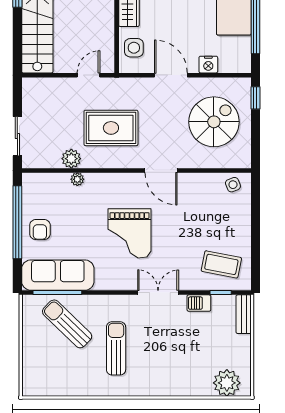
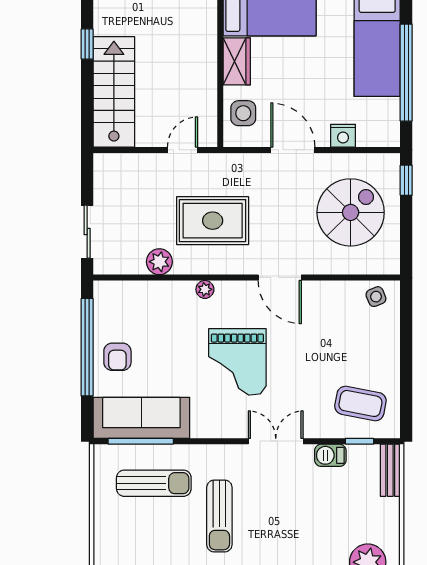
plant: (77, 179) -> (205, 289), moved
sun lounger: (67, 324) -> (154, 483), turned 136
sun lounger: (116, 348) -> (219, 516), turned 180

